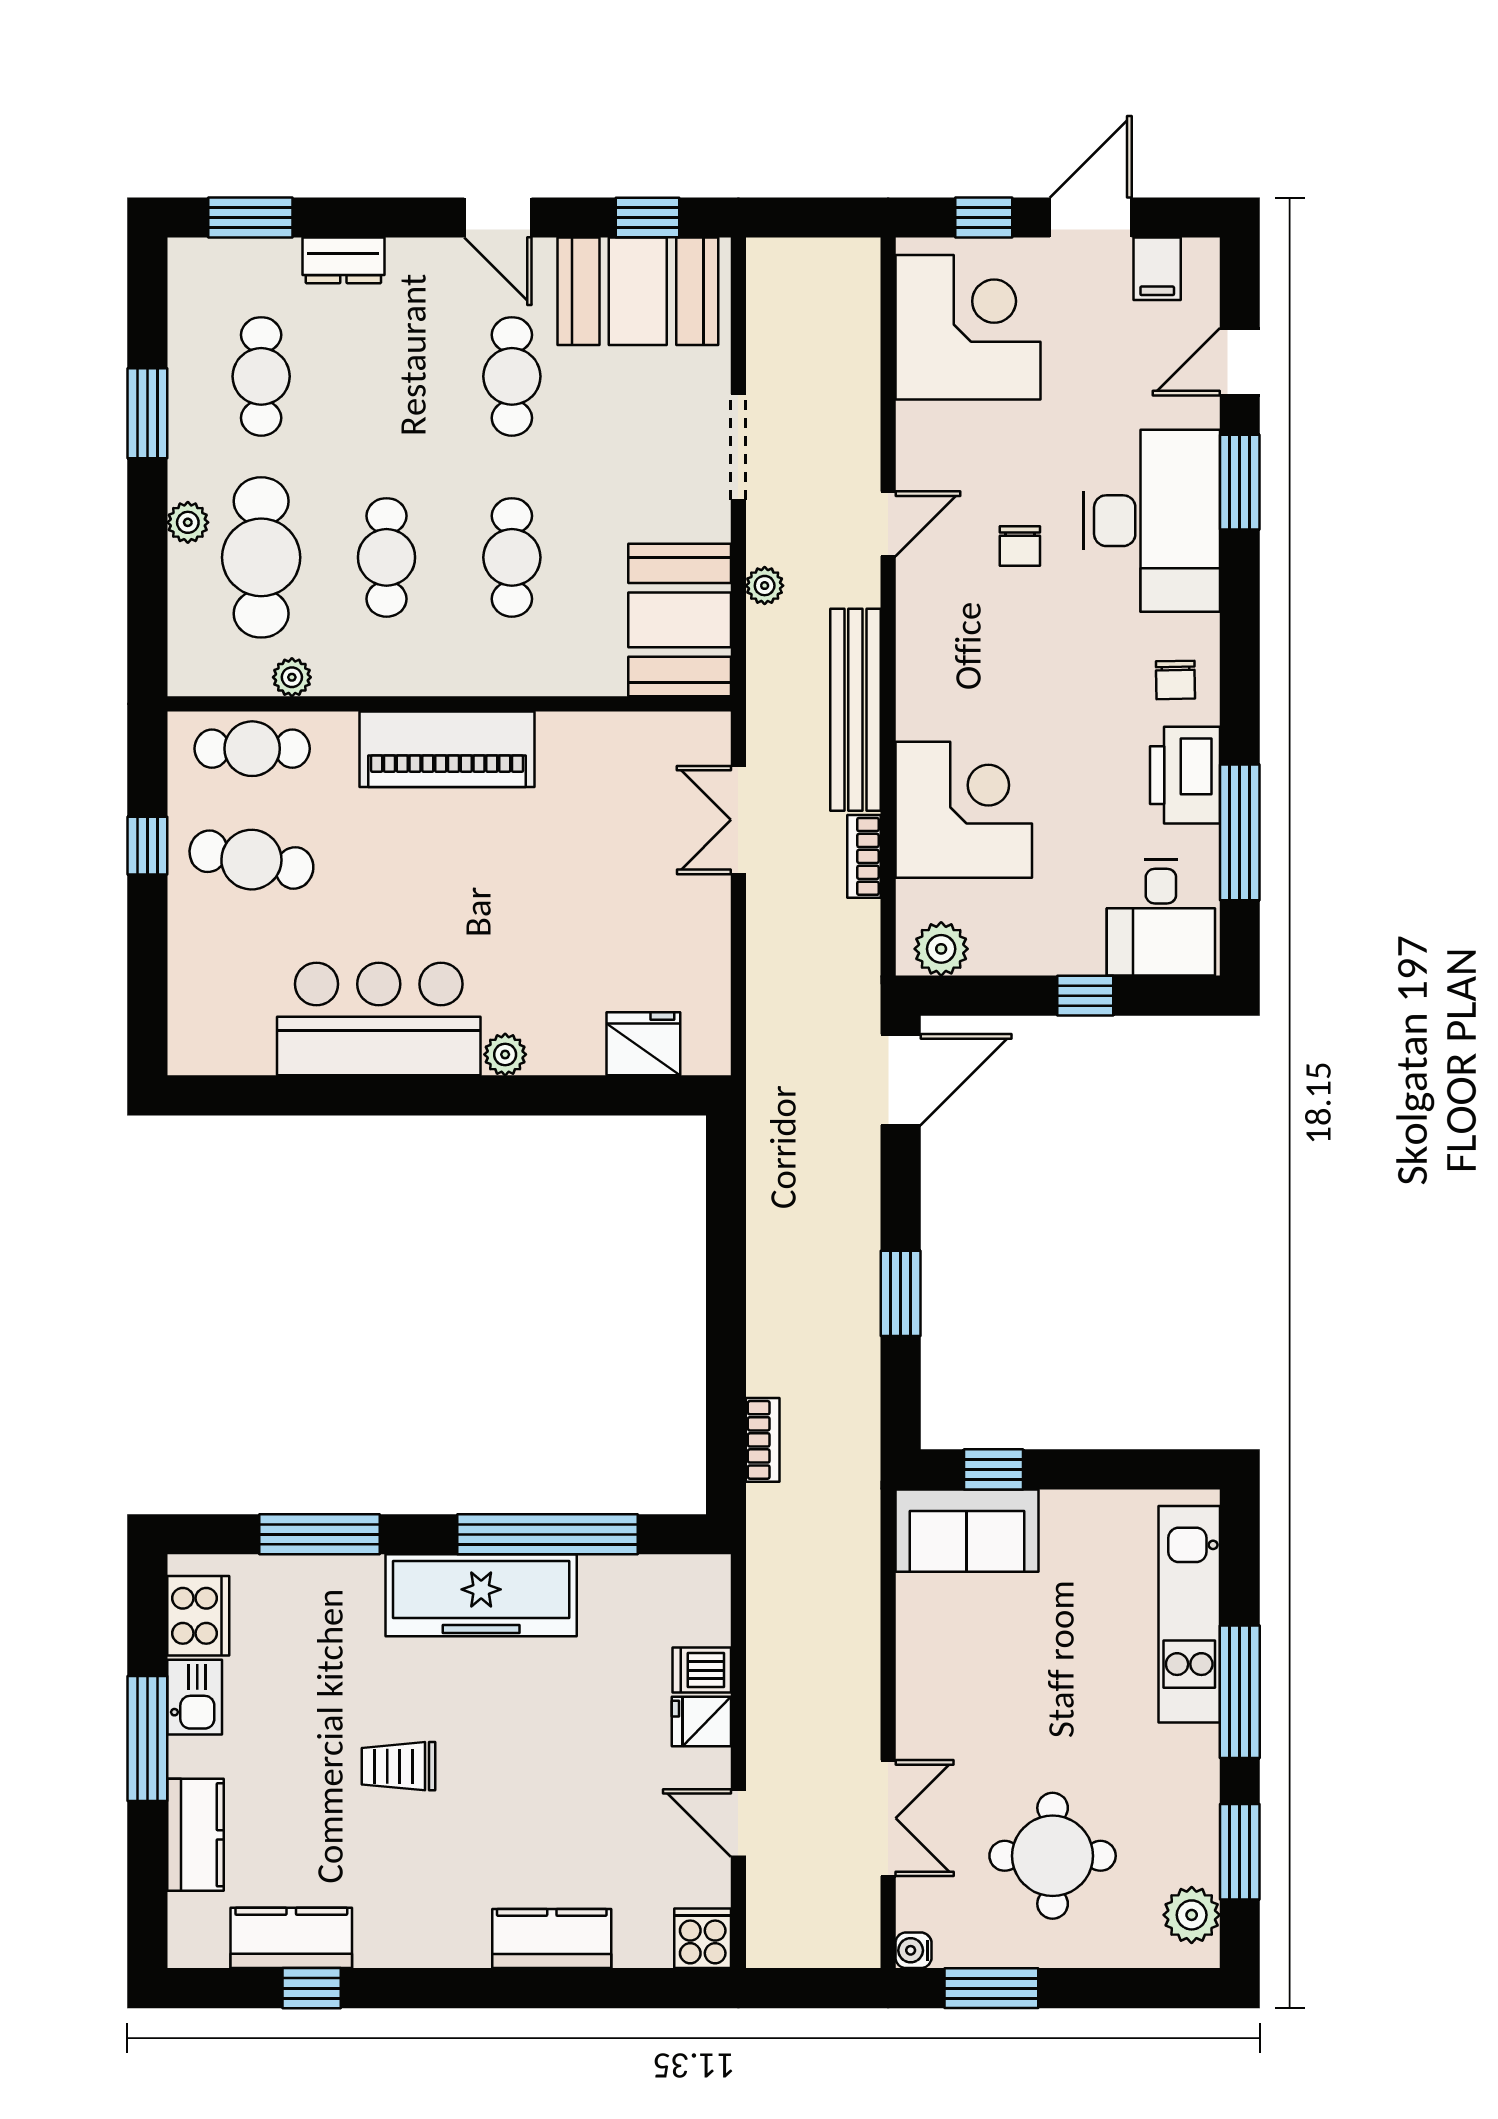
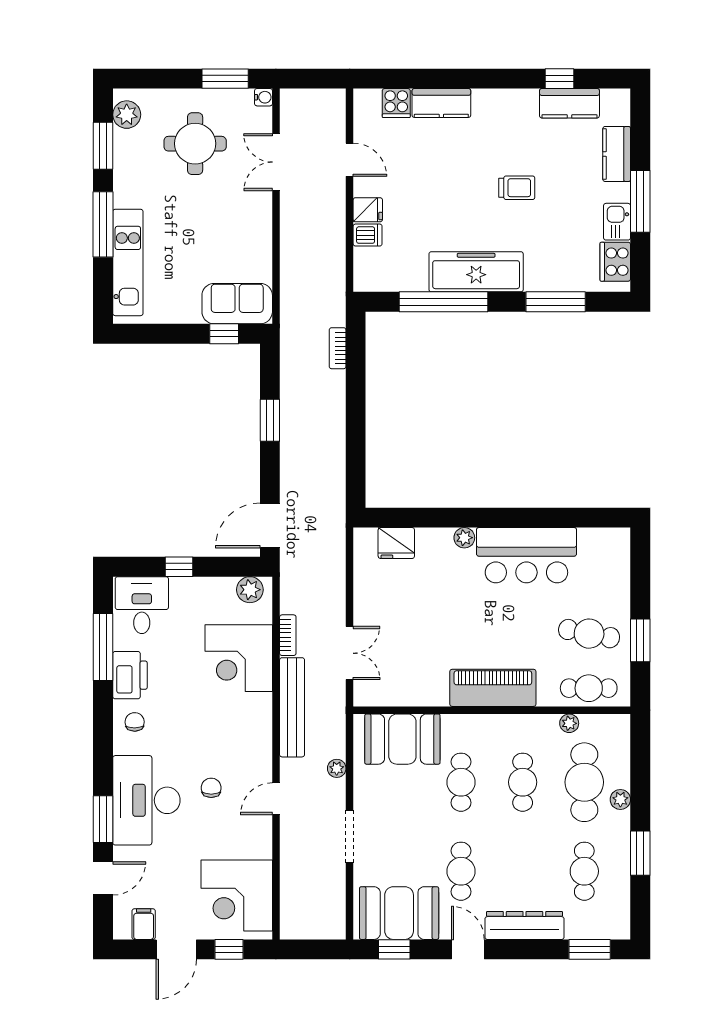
dresser: (343, 260) -> (524, 925), width x1.96, depth x1.24
booth: (680, 620) -> (402, 739), moved, turned 90
window: (147, 846) -> (640, 640), width x1.50
cooker: (703, 1938) -> (396, 103), moved

